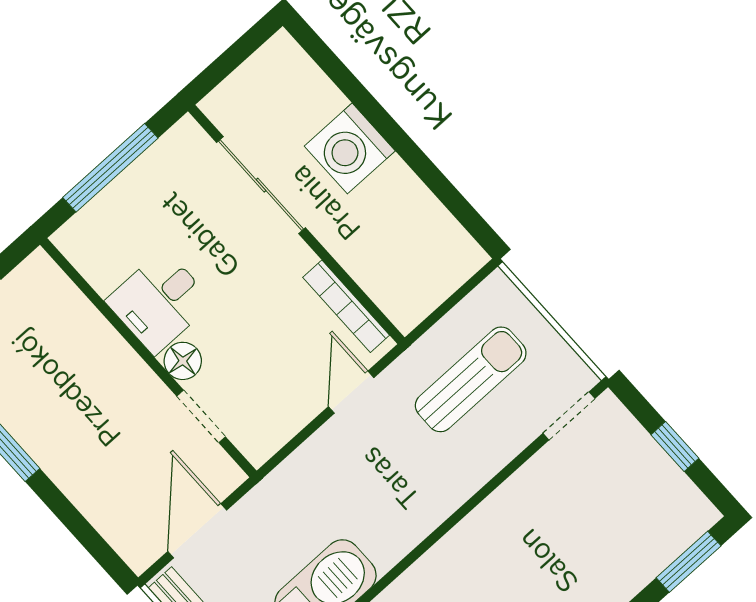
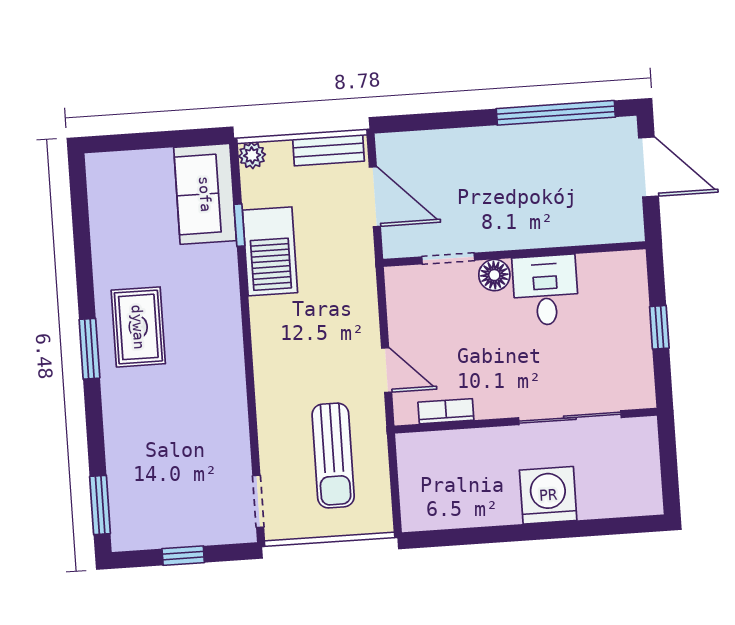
window: (110, 168) -> (659, 327), width x0.46
bookcase: (346, 306) -> (446, 411), width x0.64

